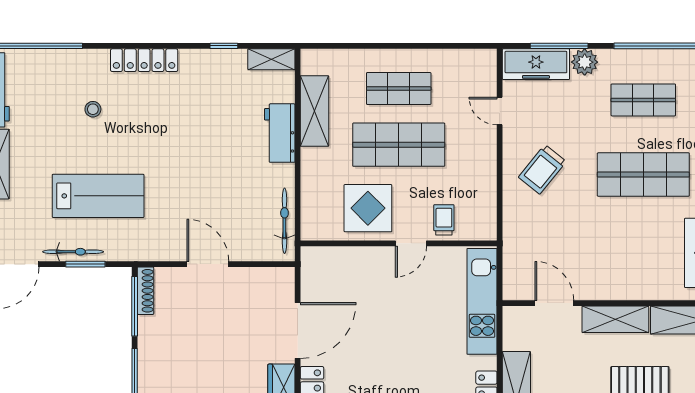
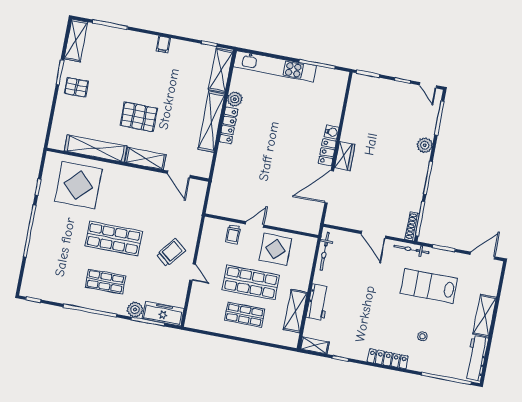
door: (500, 111) -> (193, 272), moved
bicycle: (73, 252) -> (411, 249), moved
kitchen unit: (482, 301) -> (220, 183), removed

